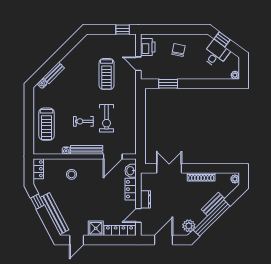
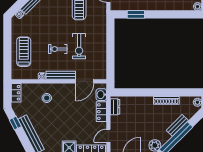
treadmill: (46, 124) -> (24, 52), turned 180
double door: (169, 168) -> (137, 92), removed
dresser: (146, 199) -> (115, 107), moved

